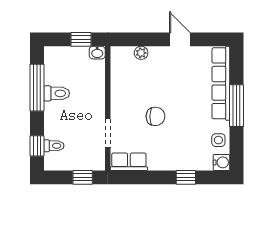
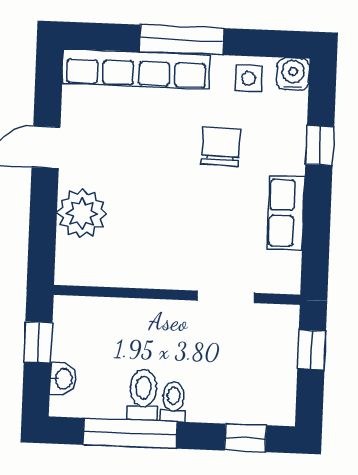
washbasin: (97, 53) -> (63, 379), moved
plant: (141, 53) -> (82, 213), width x1.88, depth x1.88
chair: (155, 116) -> (221, 147), moved
toilet: (54, 146) -> (173, 402), moved
row of seats: (129, 162) -> (286, 213), moved

